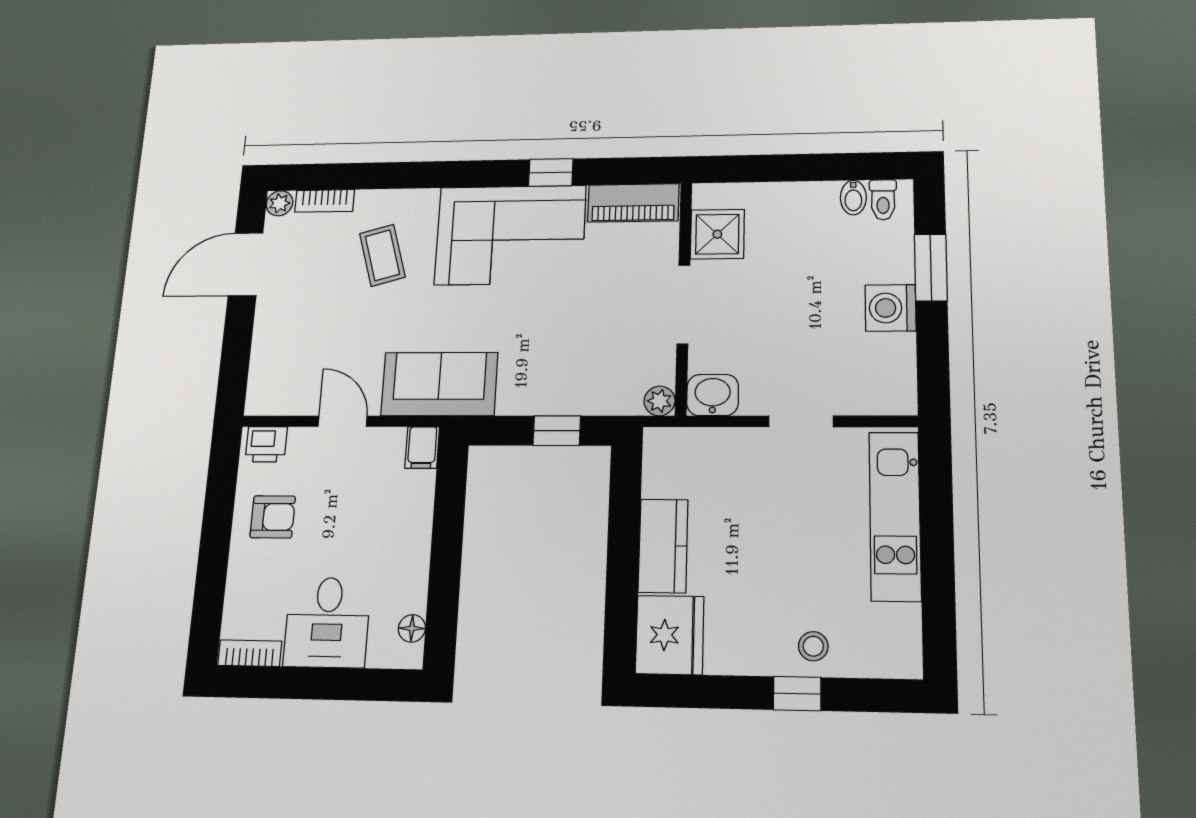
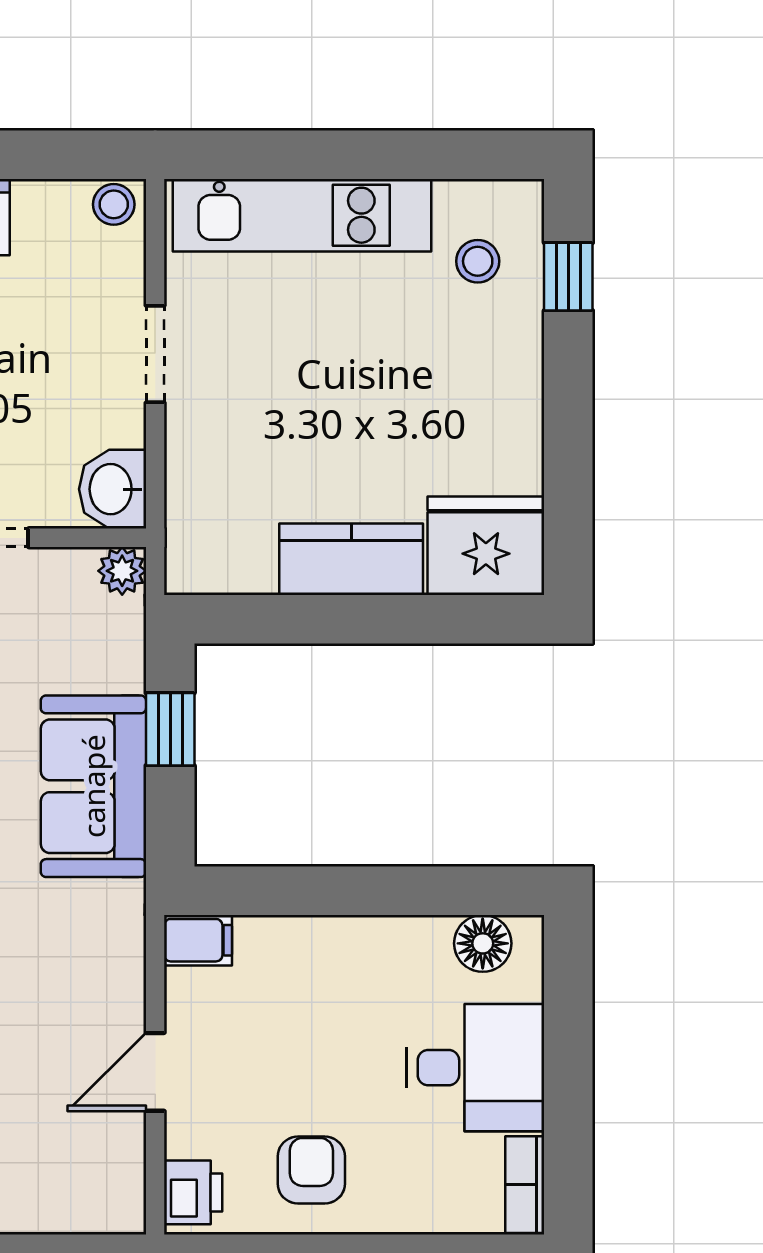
sofa: (439, 384) -> (93, 786), moved
stool: (900, 395) -> (114, 204), added
floor lamp: (412, 628) -> (483, 943), width x1.37, depth x1.37
stool: (813, 646) -> (478, 261), moved
window: (797, 694) -> (568, 277), moved

